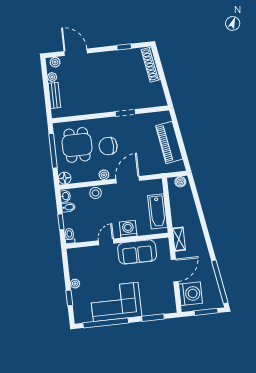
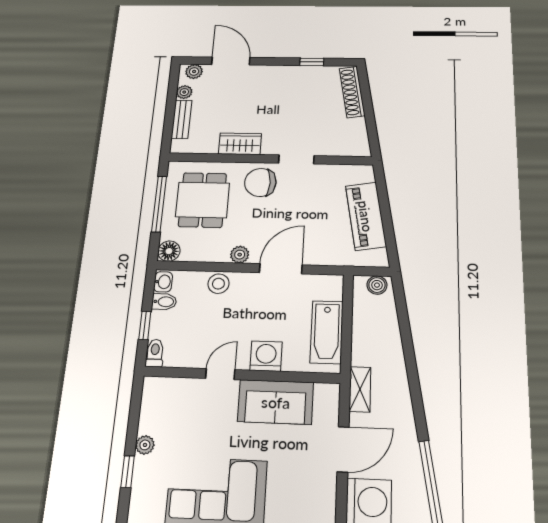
wardrobe: (92, 107) -> (240, 144), added
chair: (108, 146) -> (260, 182), moved

